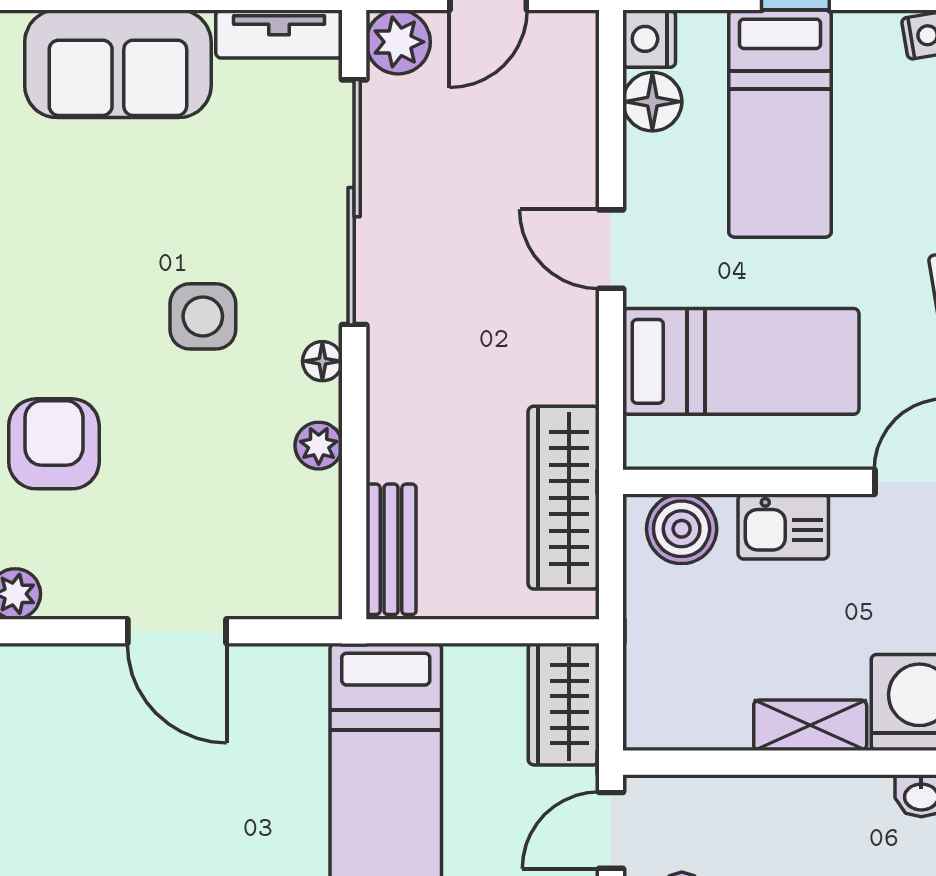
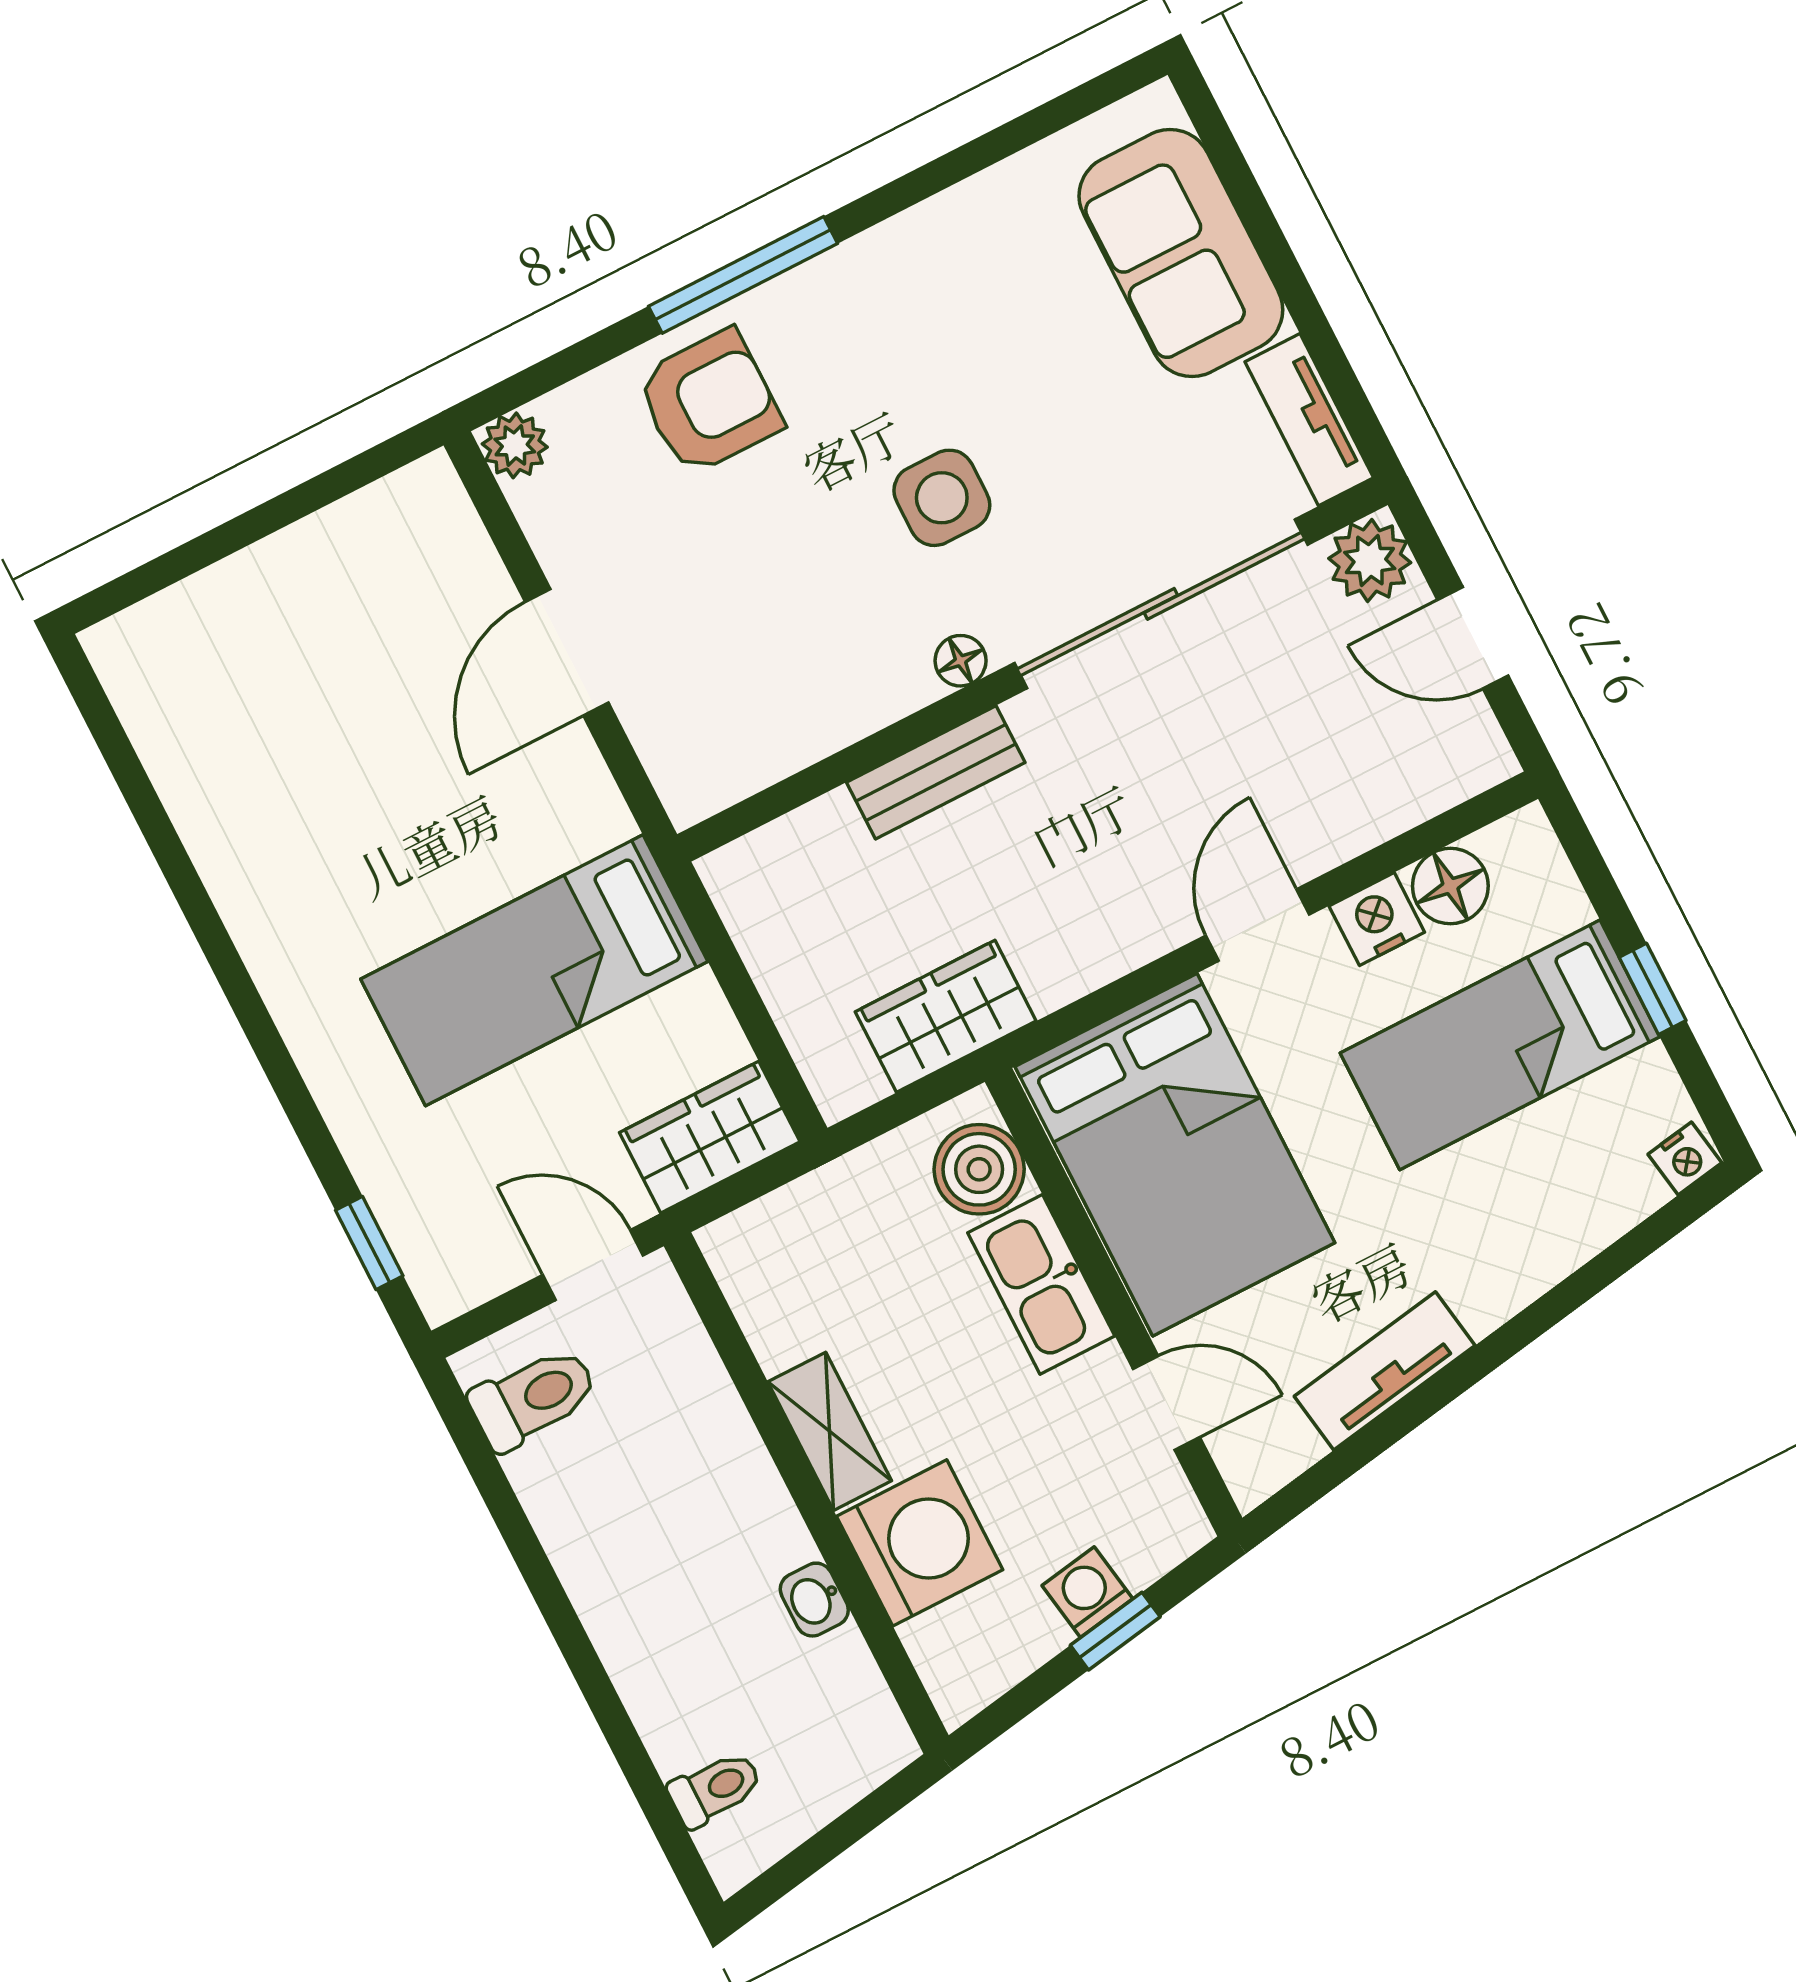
nightstand: (649, 39) -> (1377, 919), moved
bed: (741, 361) -> (1175, 1155), width x1.50
plant: (319, 446) -> (862, 706), removed
wardrobe: (564, 498) -> (946, 1016), width x0.67
kitchen sink: (783, 526) -> (1041, 1284), width x1.38
bench: (391, 549) -> (936, 772), moved

